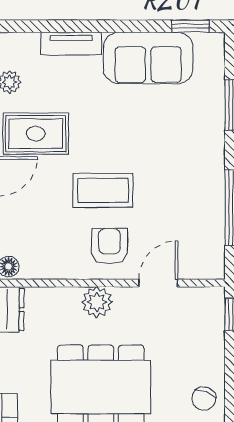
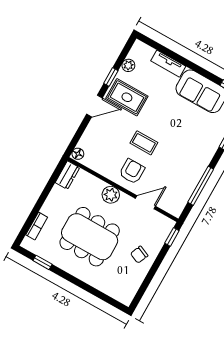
coffee table: (103, 190) -> (144, 143), width x0.73, depth x0.77
chair: (204, 399) -> (139, 255), moved

